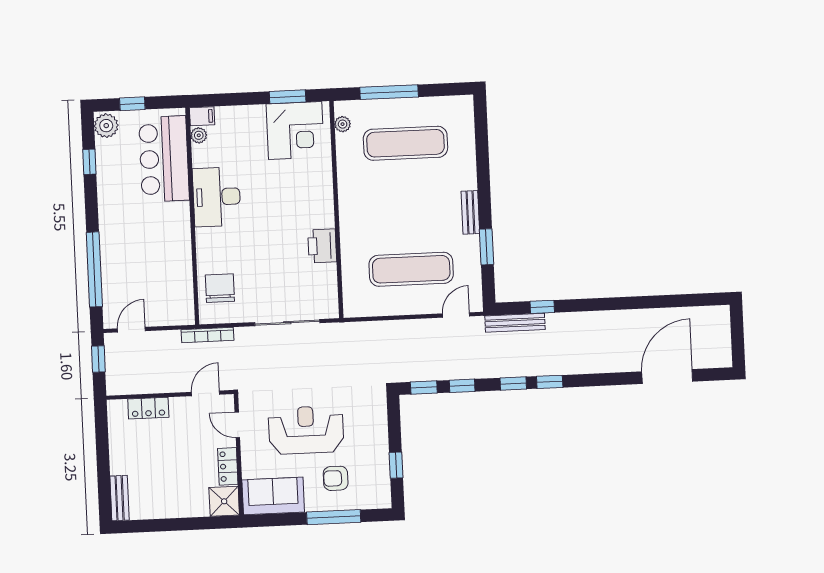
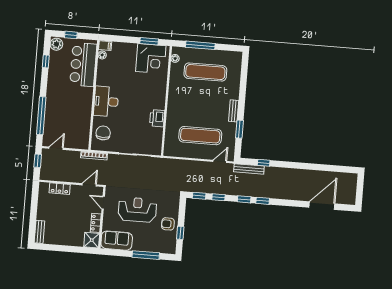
desk: (217, 197) -> (106, 101), moved
armchair: (336, 478) -> (168, 224), moved

